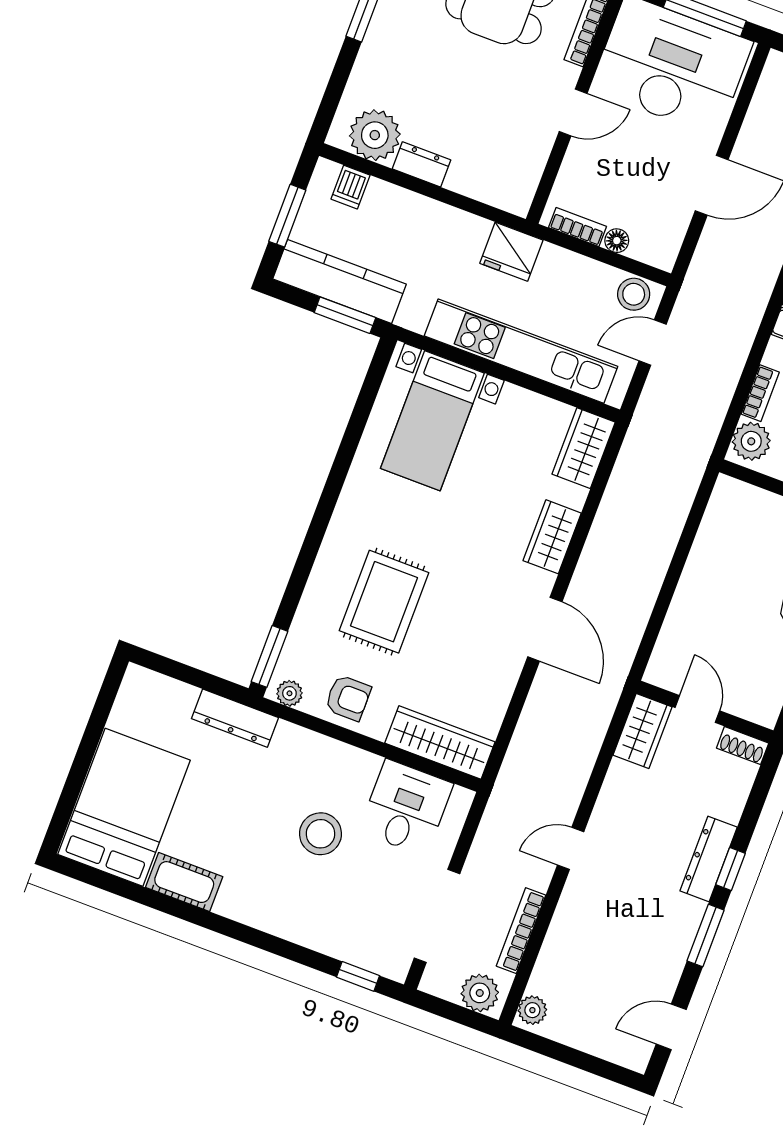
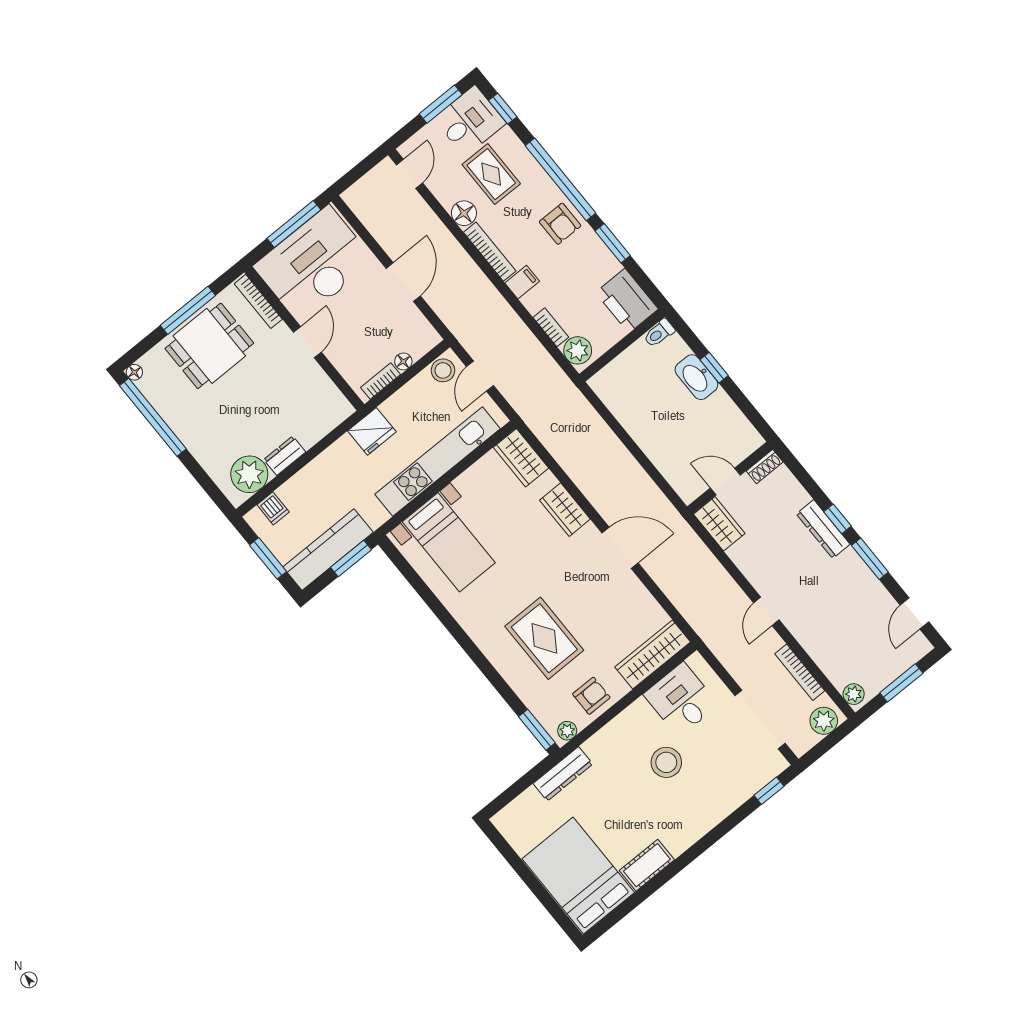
window: (579, 1059) -> (901, 683), added

